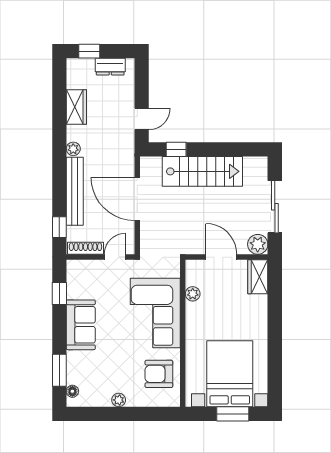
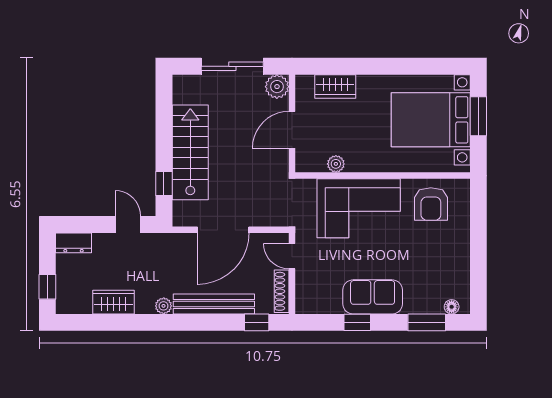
dresser: (110, 67) -> (74, 243), moved, turned 90
wardrobe: (258, 277) -> (335, 86), moved
window: (59, 293) -> (357, 322), moved
plant: (119, 400) -> (462, 252), removed

